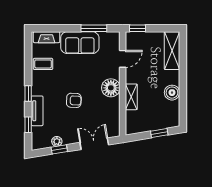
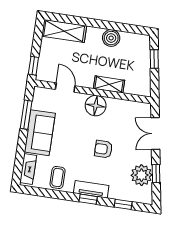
armchair: (74, 100) -> (103, 149), turned -93
tv unit: (37, 111) -> (91, 189), moved
plant: (57, 141) -> (142, 175), width x1.88, depth x1.88

